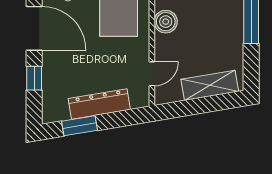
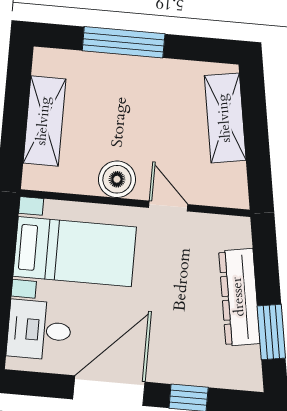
door: (152, 74) -> (168, 206), moved

